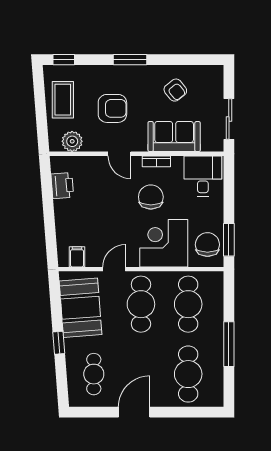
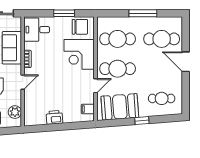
printer: (62, 186) -> (54, 117), moved
chair: (151, 197) -> (50, 62), removed
window: (229, 240) -> (64, 13), moved
chair: (207, 245) -> (80, 27), turned 180
door: (114, 269) -> (95, 86), swing flipped
door: (134, 412) -> (186, 62), moved

